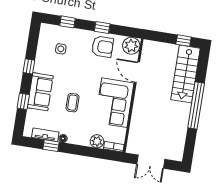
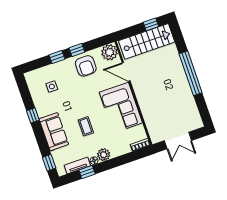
window: (67, 22) -> (57, 57), moved
armchair: (103, 47) -> (86, 66), turned 90
stairs: (185, 74) -> (147, 41), moved, turned -90
window: (23, 101) -> (49, 163), moved
plant: (97, 141) -> (104, 155), moved

